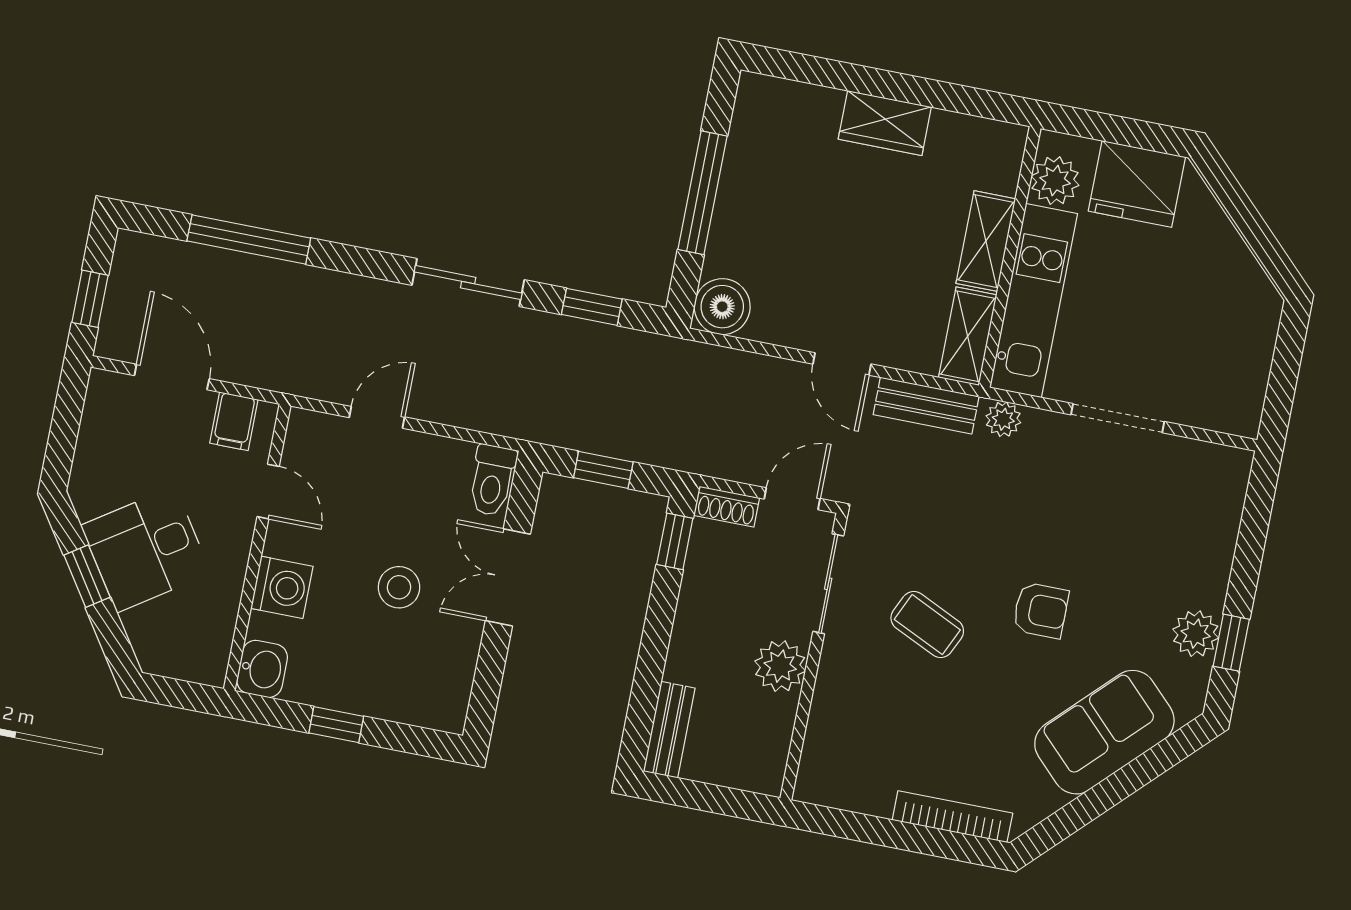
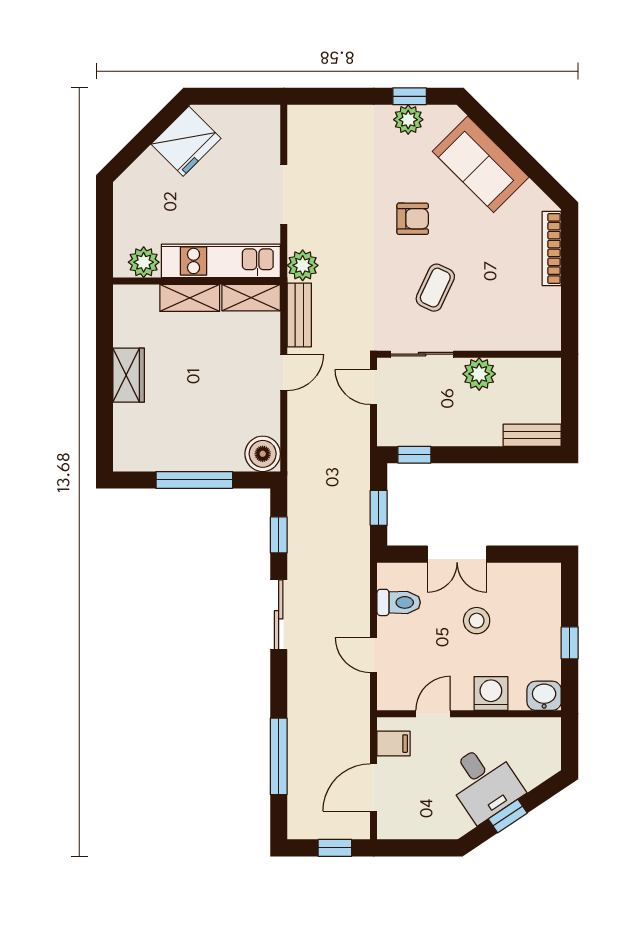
fridge: (1137, 184) -> (186, 141), moved, turned 45
plant: (1003, 419) -> (303, 265), width x1.38, depth x1.38
toilet: (492, 480) -> (399, 602), moved
shoe rack: (727, 507) -> (386, 427), removed
armchair: (1041, 610) -> (413, 219), turned 90

